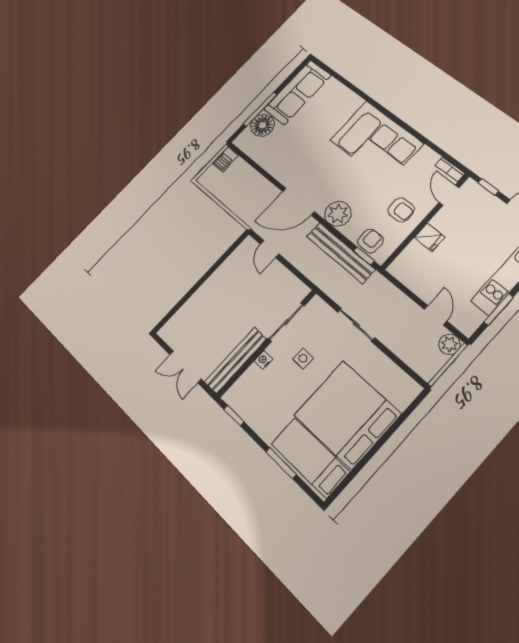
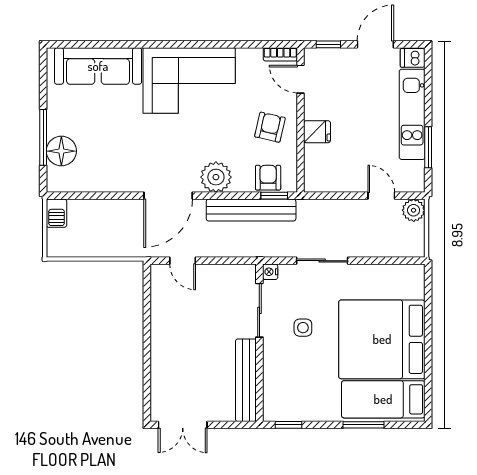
sofa: (297, 92) -> (98, 66), moved, turned 90
armchair: (401, 210) -> (270, 127), turned -77
nightstand: (263, 360) -> (270, 272), moved
double door: (185, 367) -> (183, 425), moved

